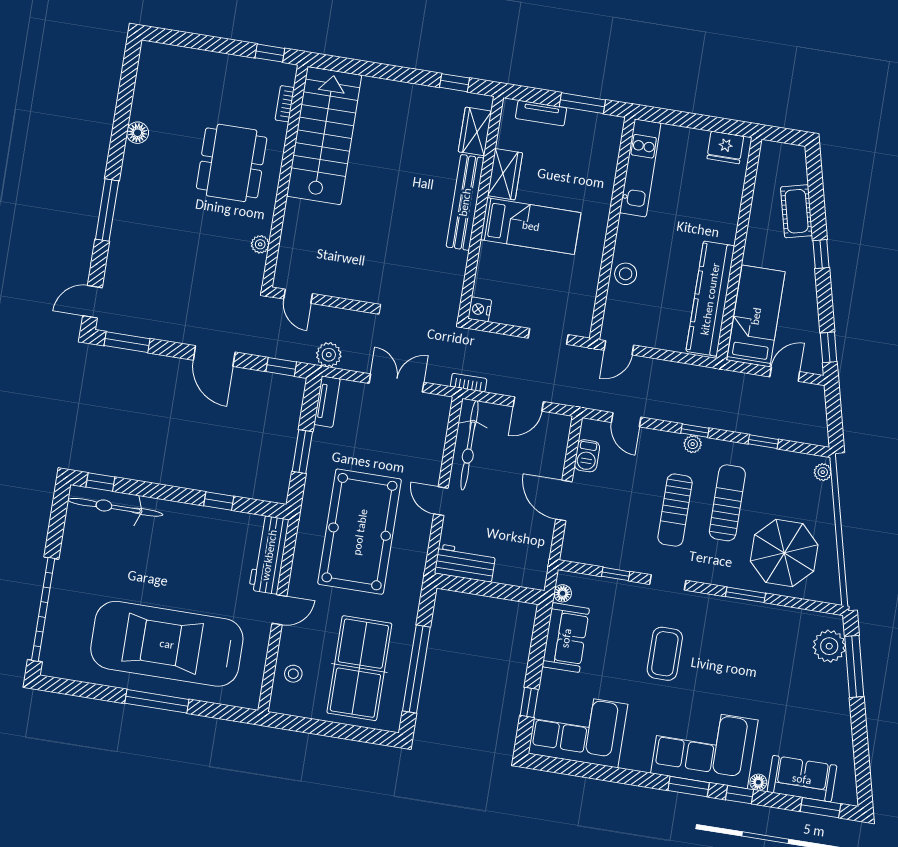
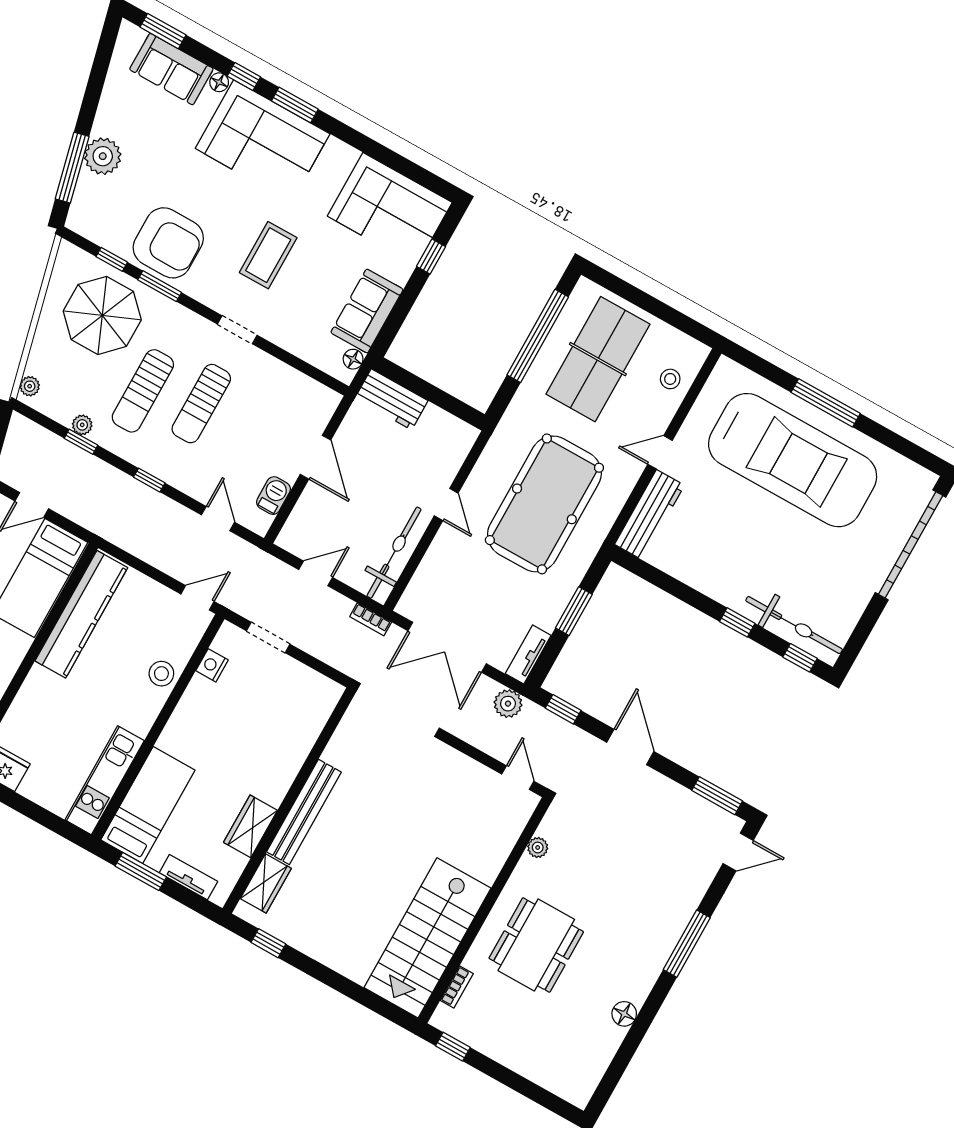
bed: (531, 226) -> (148, 805), moved, turned 90
nightstand: (480, 309) -> (212, 665), moved, turned 180
double door: (396, 383) -> (447, 647), width x1.37
plant: (693, 444) -> (82, 425), moved
window: (219, 501) -> (737, 622), moved
sun lounger: (675, 510) -> (201, 404), turned 180
workbench: (465, 563) -> (391, 399), moved
window: (616, 574) -> (112, 259), moved
armchair: (752, 633) -> (168, 243), added
plant: (829, 646) -> (103, 156), moved

